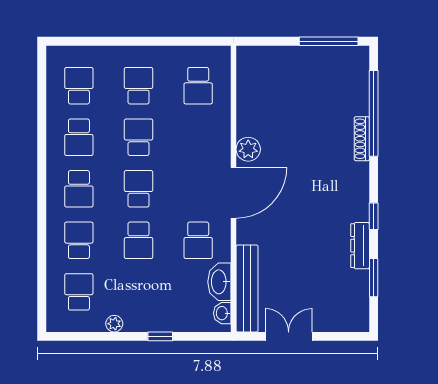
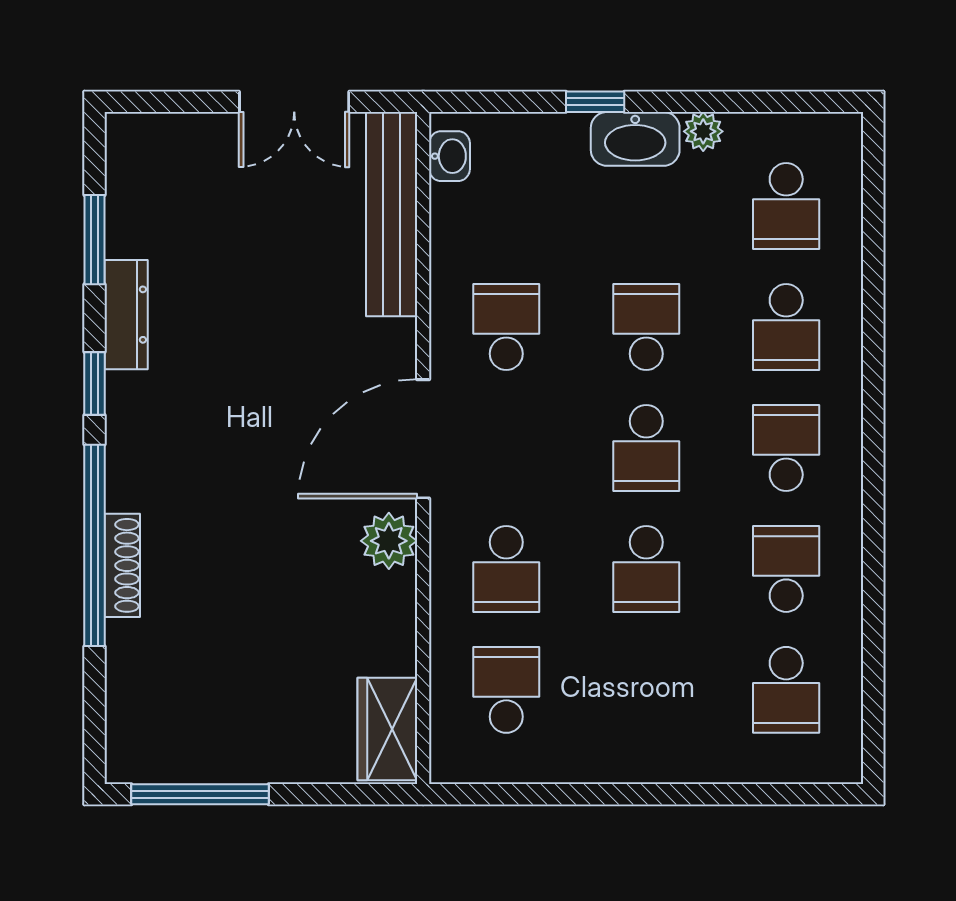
wardrobe: (249, 69) -> (387, 729), added
school desk: (139, 86) -> (506, 569), moved
window: (374, 113) -> (95, 545), moved
washbasin: (219, 282) -> (635, 139), moved, turned 90

